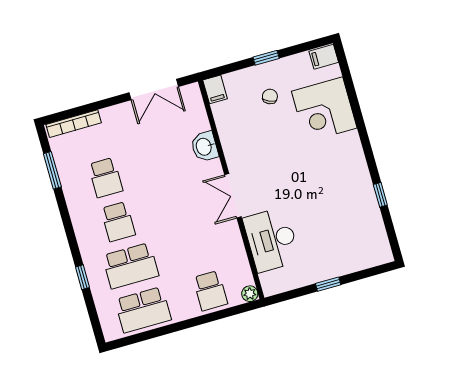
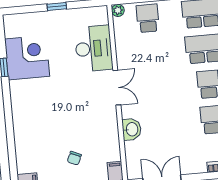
corner desk: (324, 110) -> (27, 58), moved

